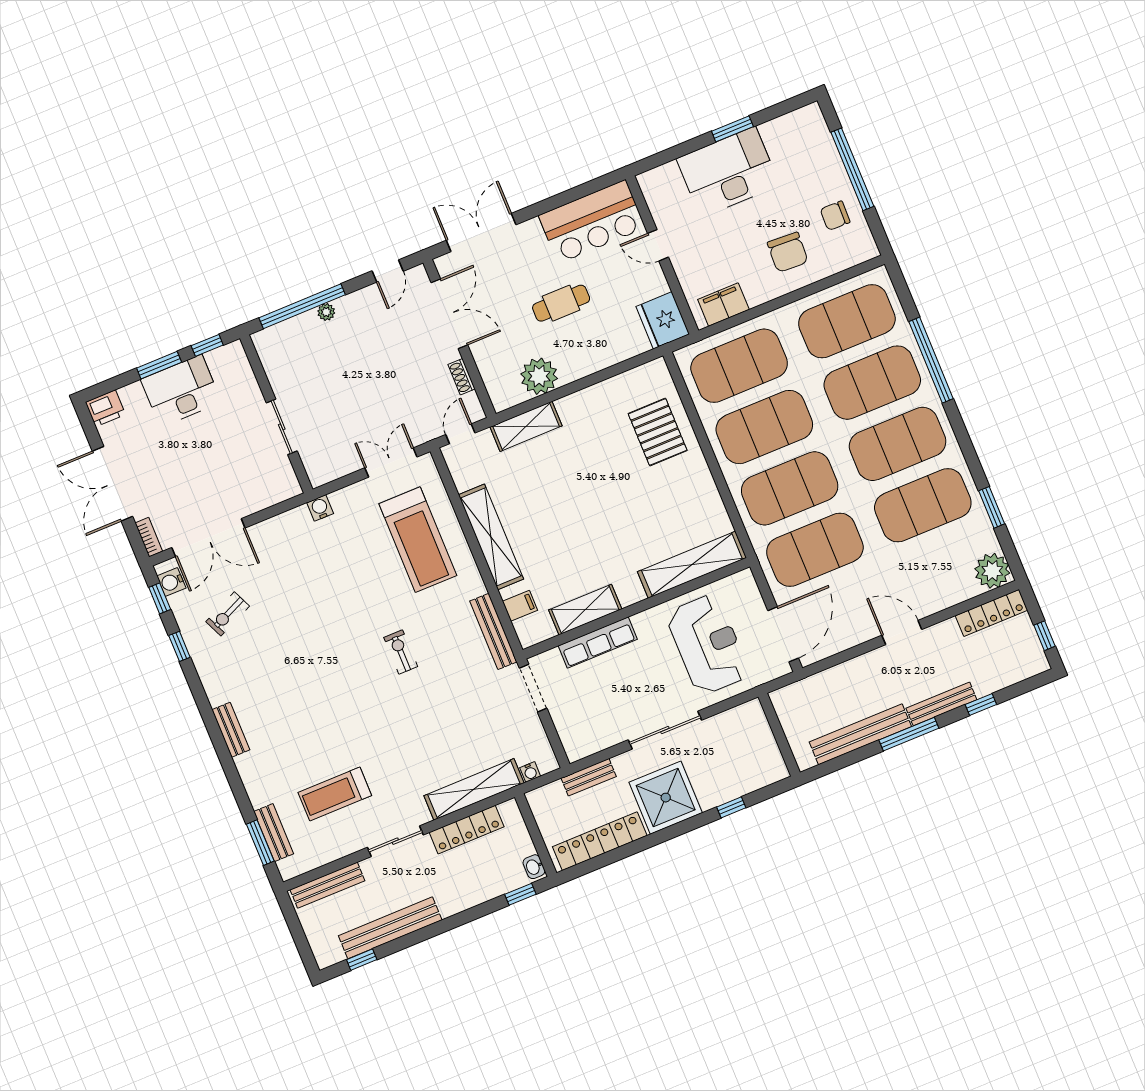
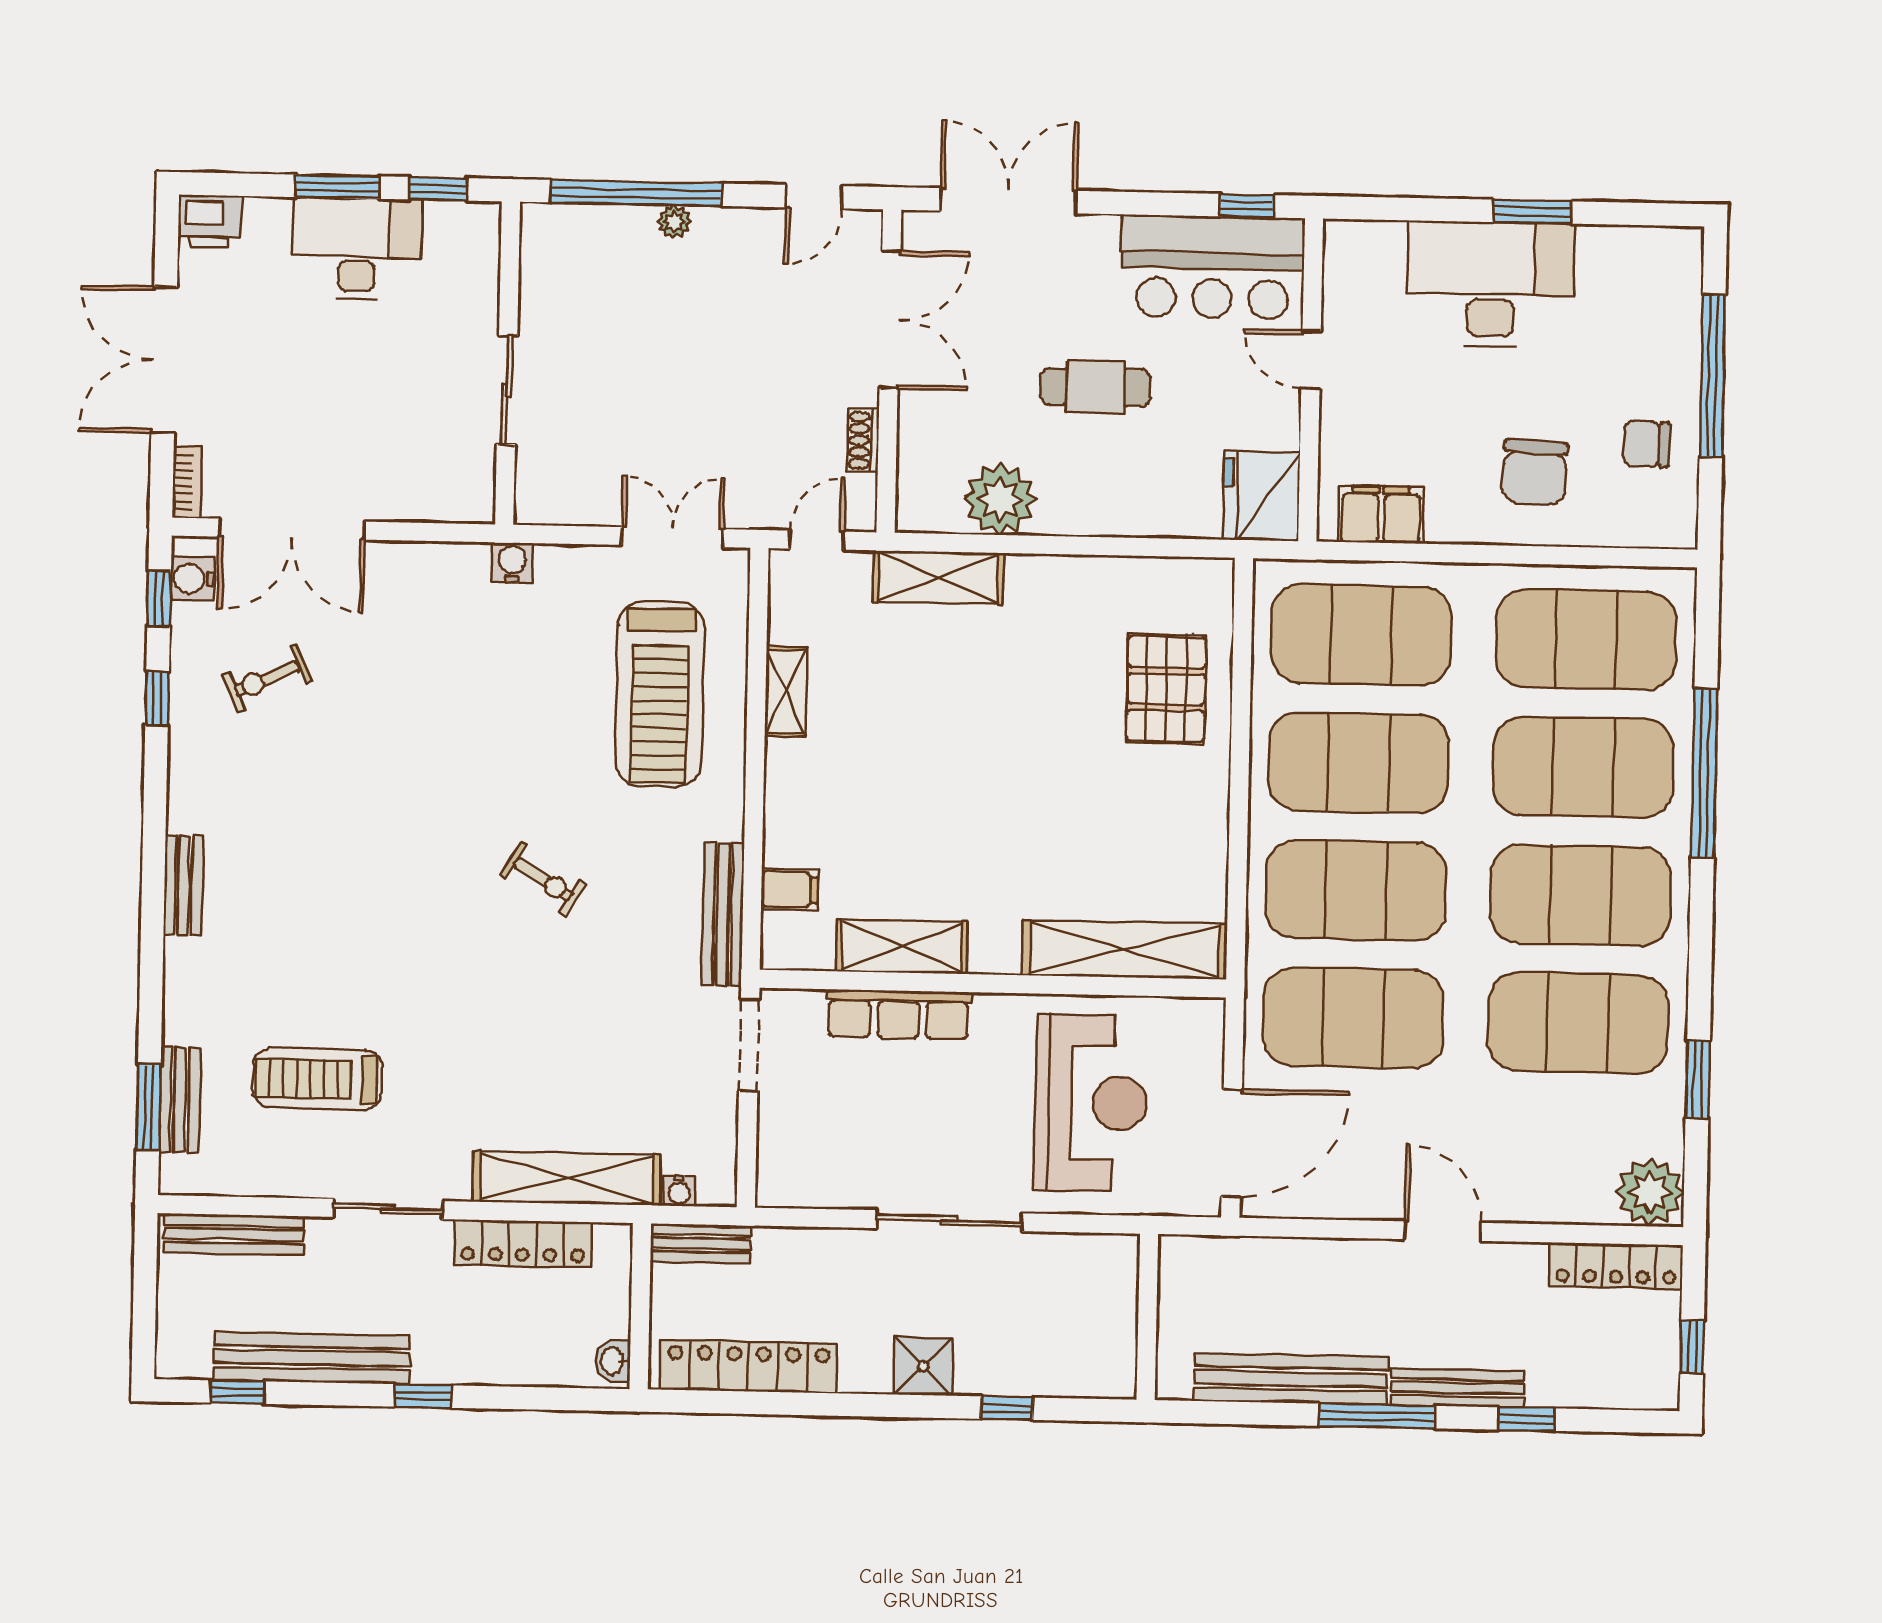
window: (596, 185) -> (1247, 206), added
shelving: (491, 537) -> (786, 691), width x0.45, depth x0.75
exercise bike: (401, 652) -> (543, 879), turned 122
bench: (589, 777) -> (700, 1244), moved
shower: (666, 798) -> (923, 1366), width x0.54, depth x0.54
window: (520, 894) -> (423, 1396), moved

